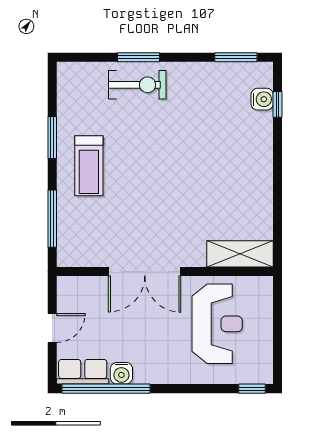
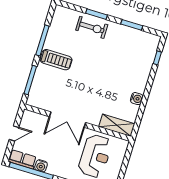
window: (236, 57) -> (132, 25), moved
water cooler: (262, 99) -> (137, 99), moved
window: (52, 138) -> (42, 40), width x1.44
treadmill: (89, 166) -> (56, 60), turned -90

